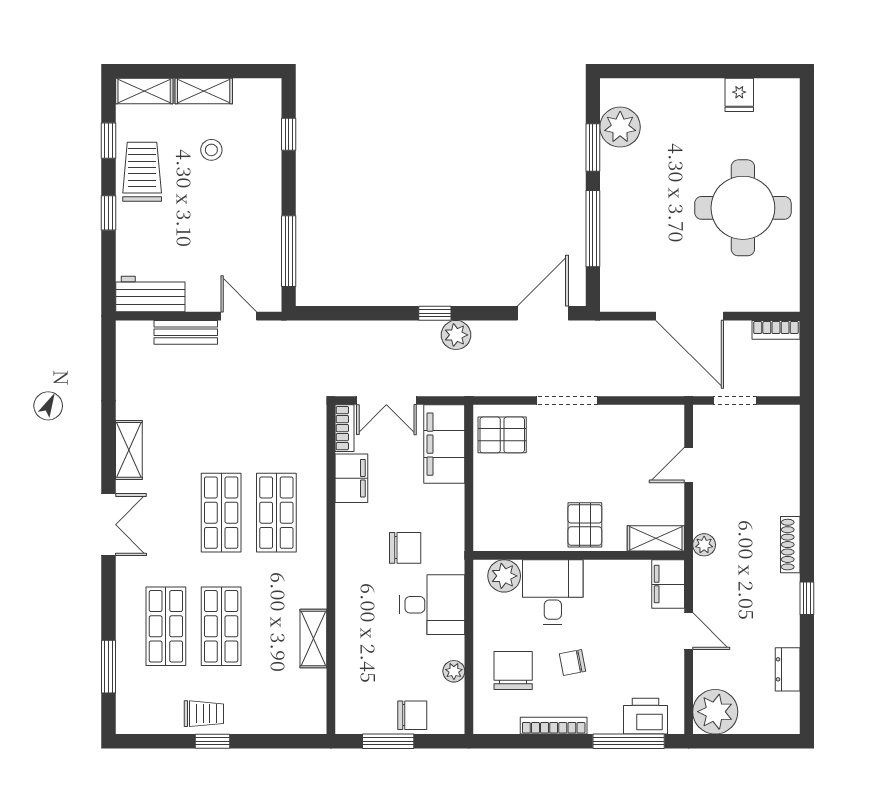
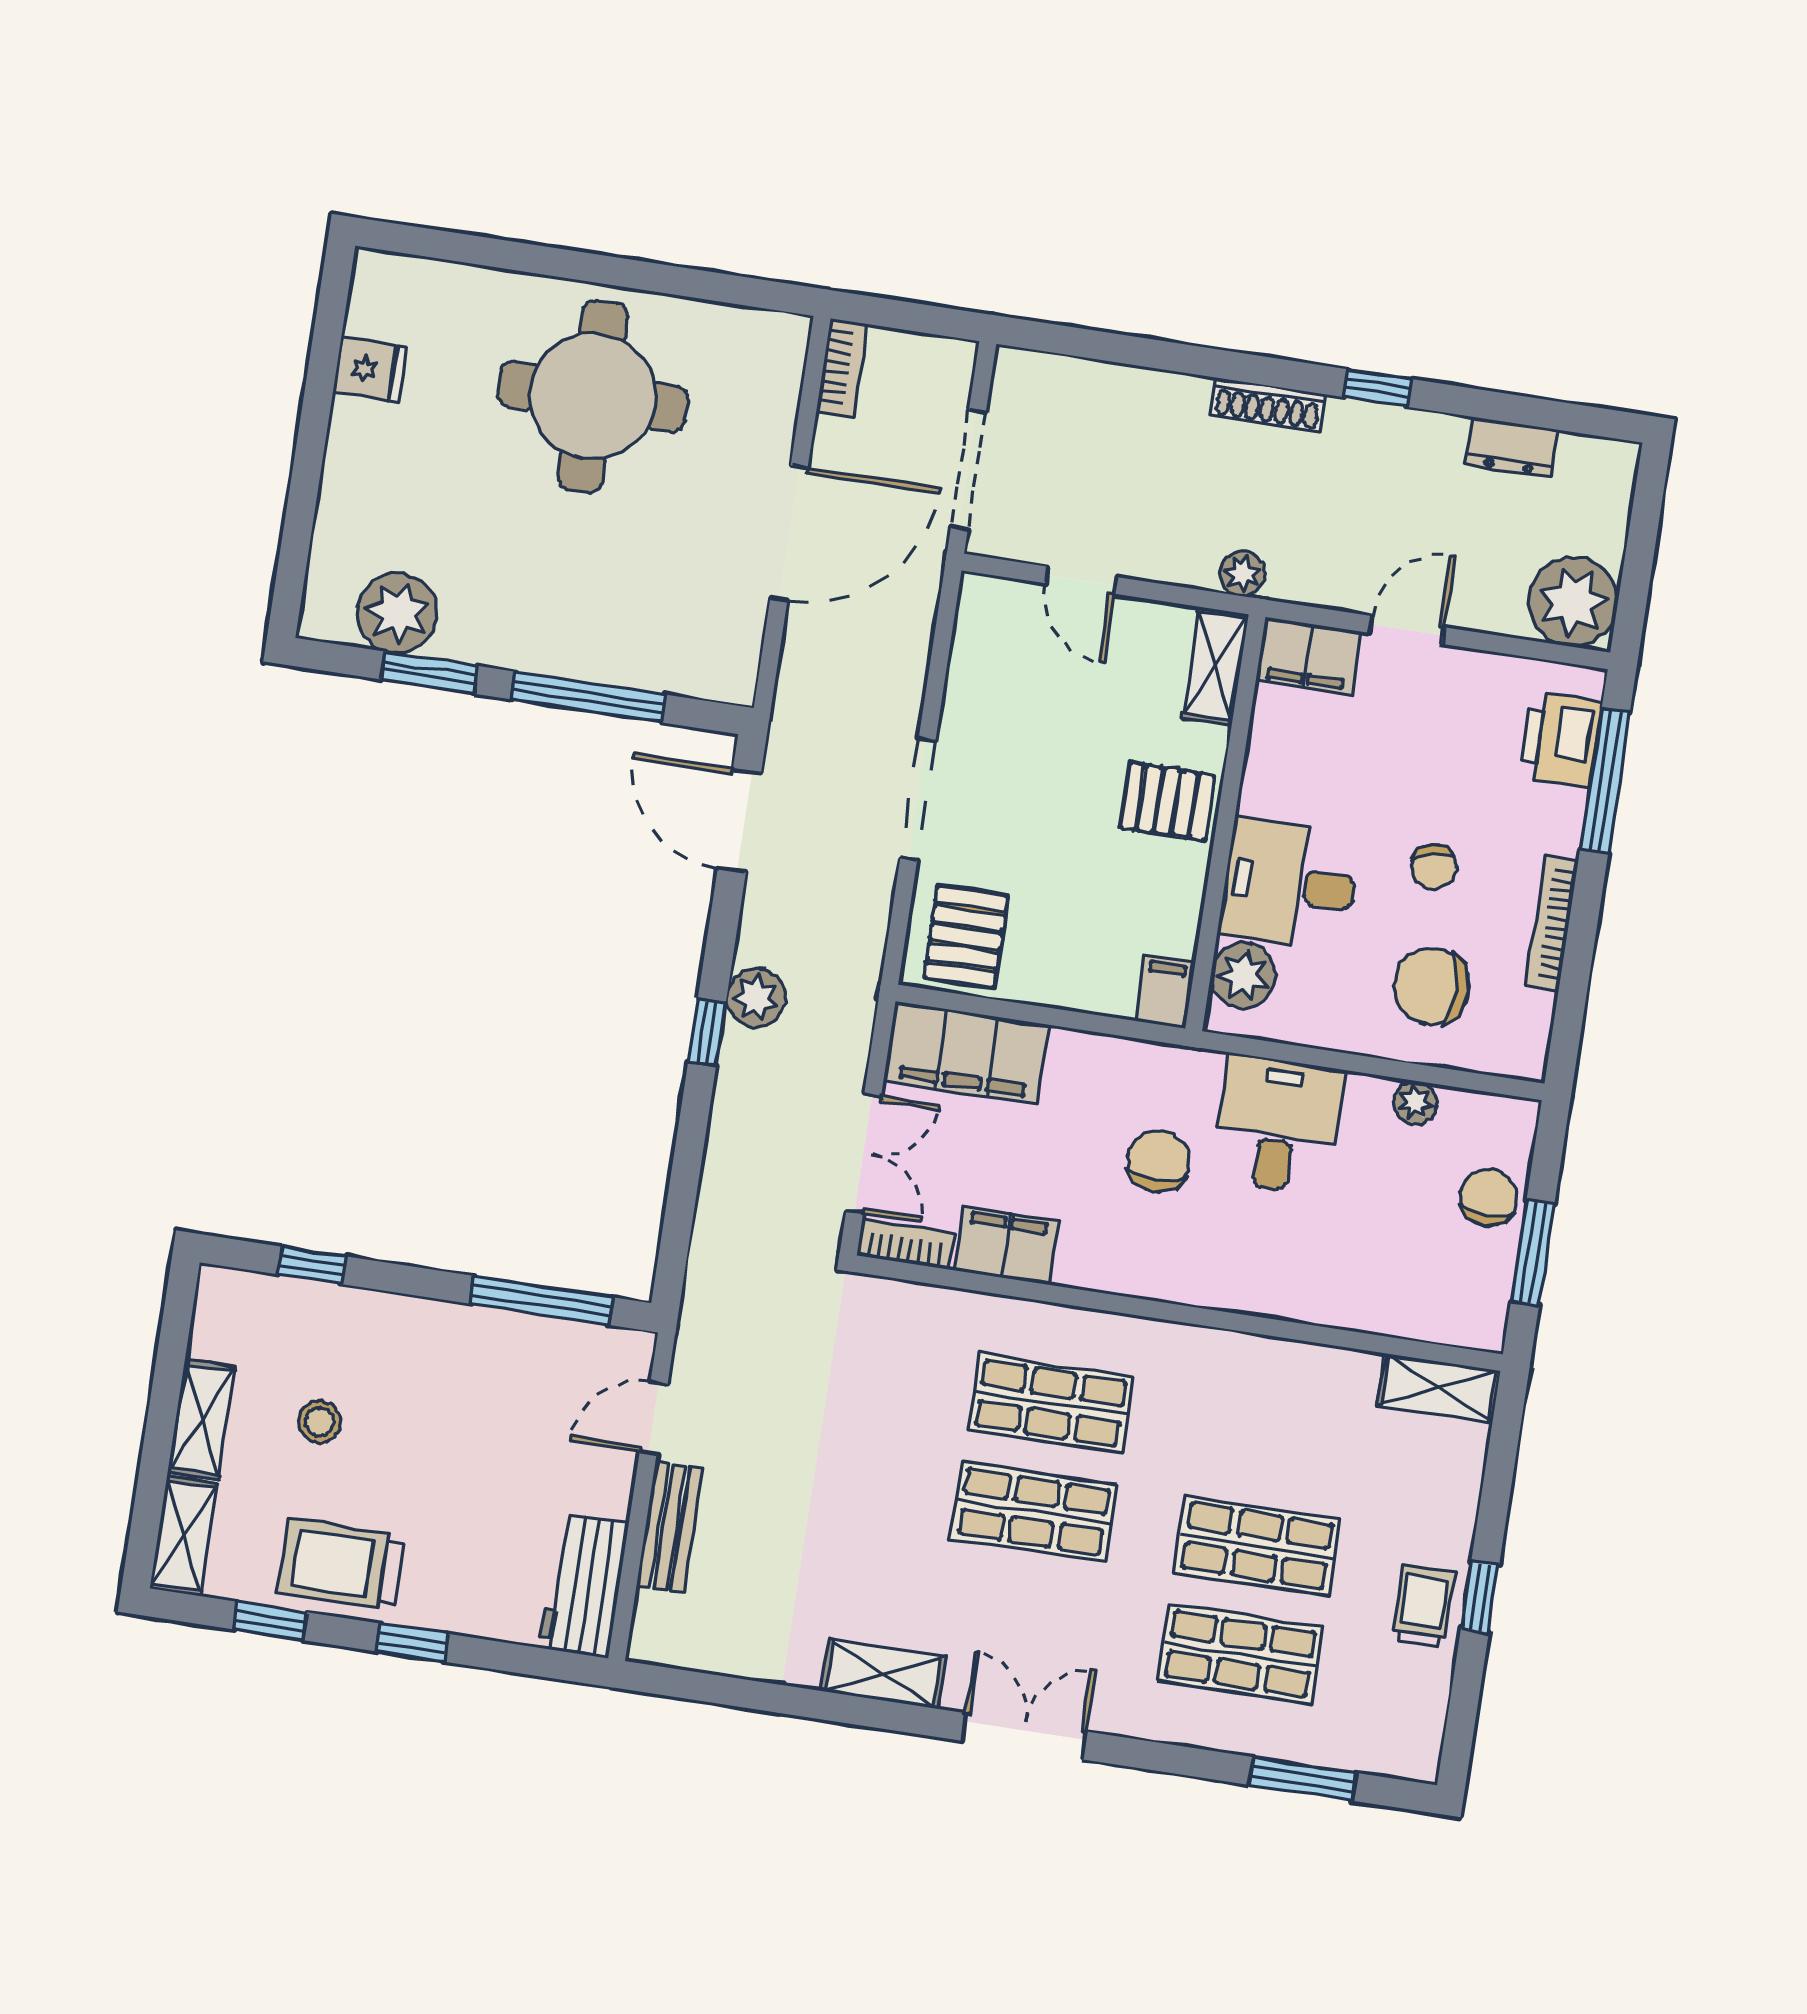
doorway: (735, 401) -> (968, 470), width x1.38
filing cabinet: (490, 538) -> (1164, 992), added
shelving: (313, 639) -> (1439, 1388), moved

